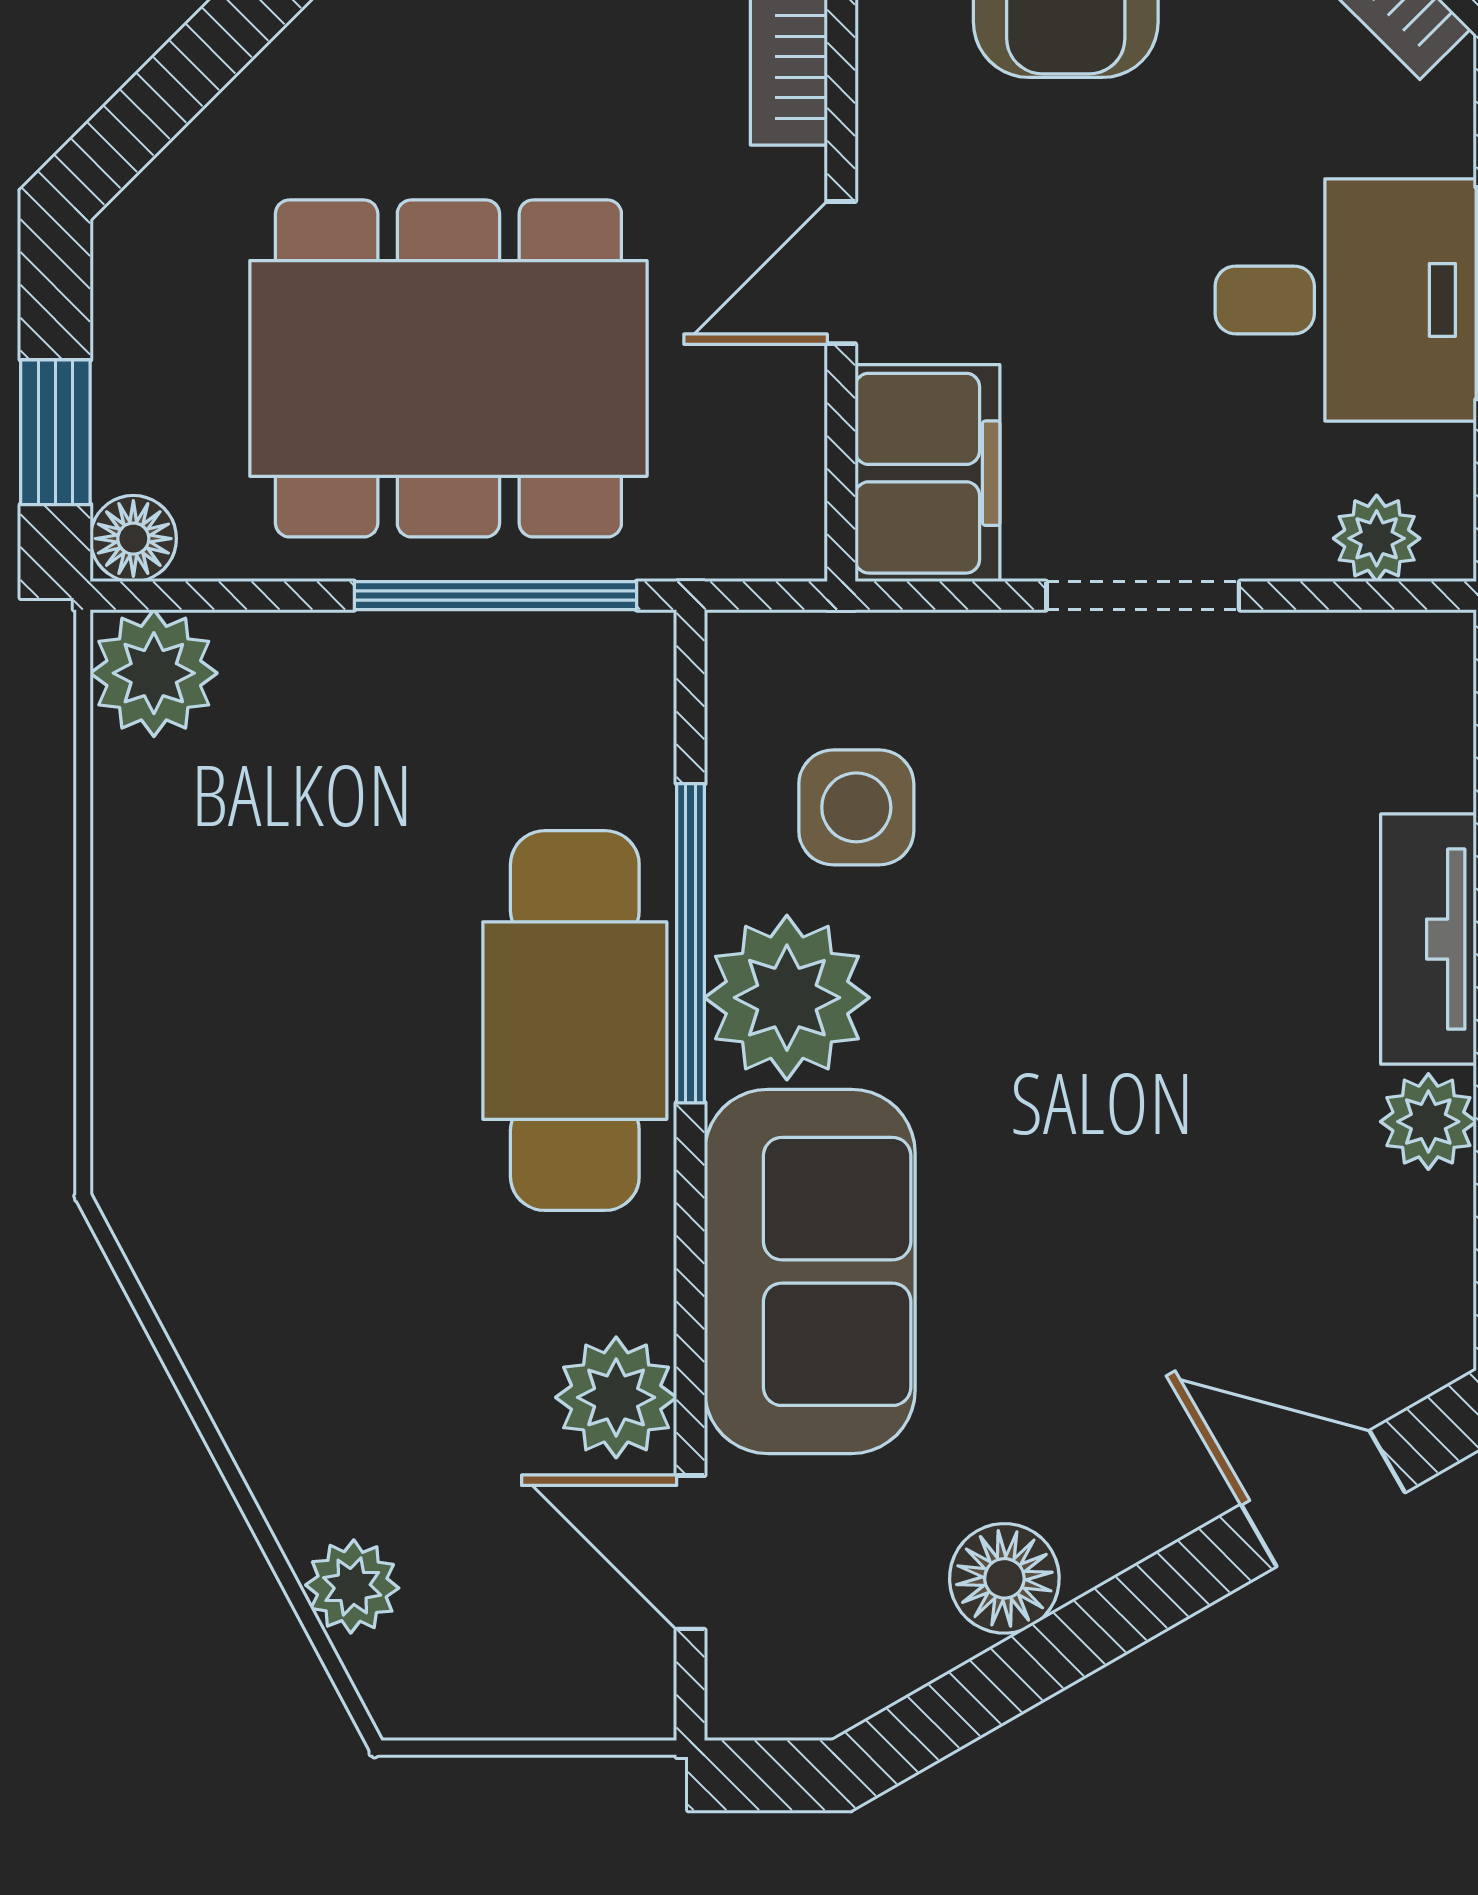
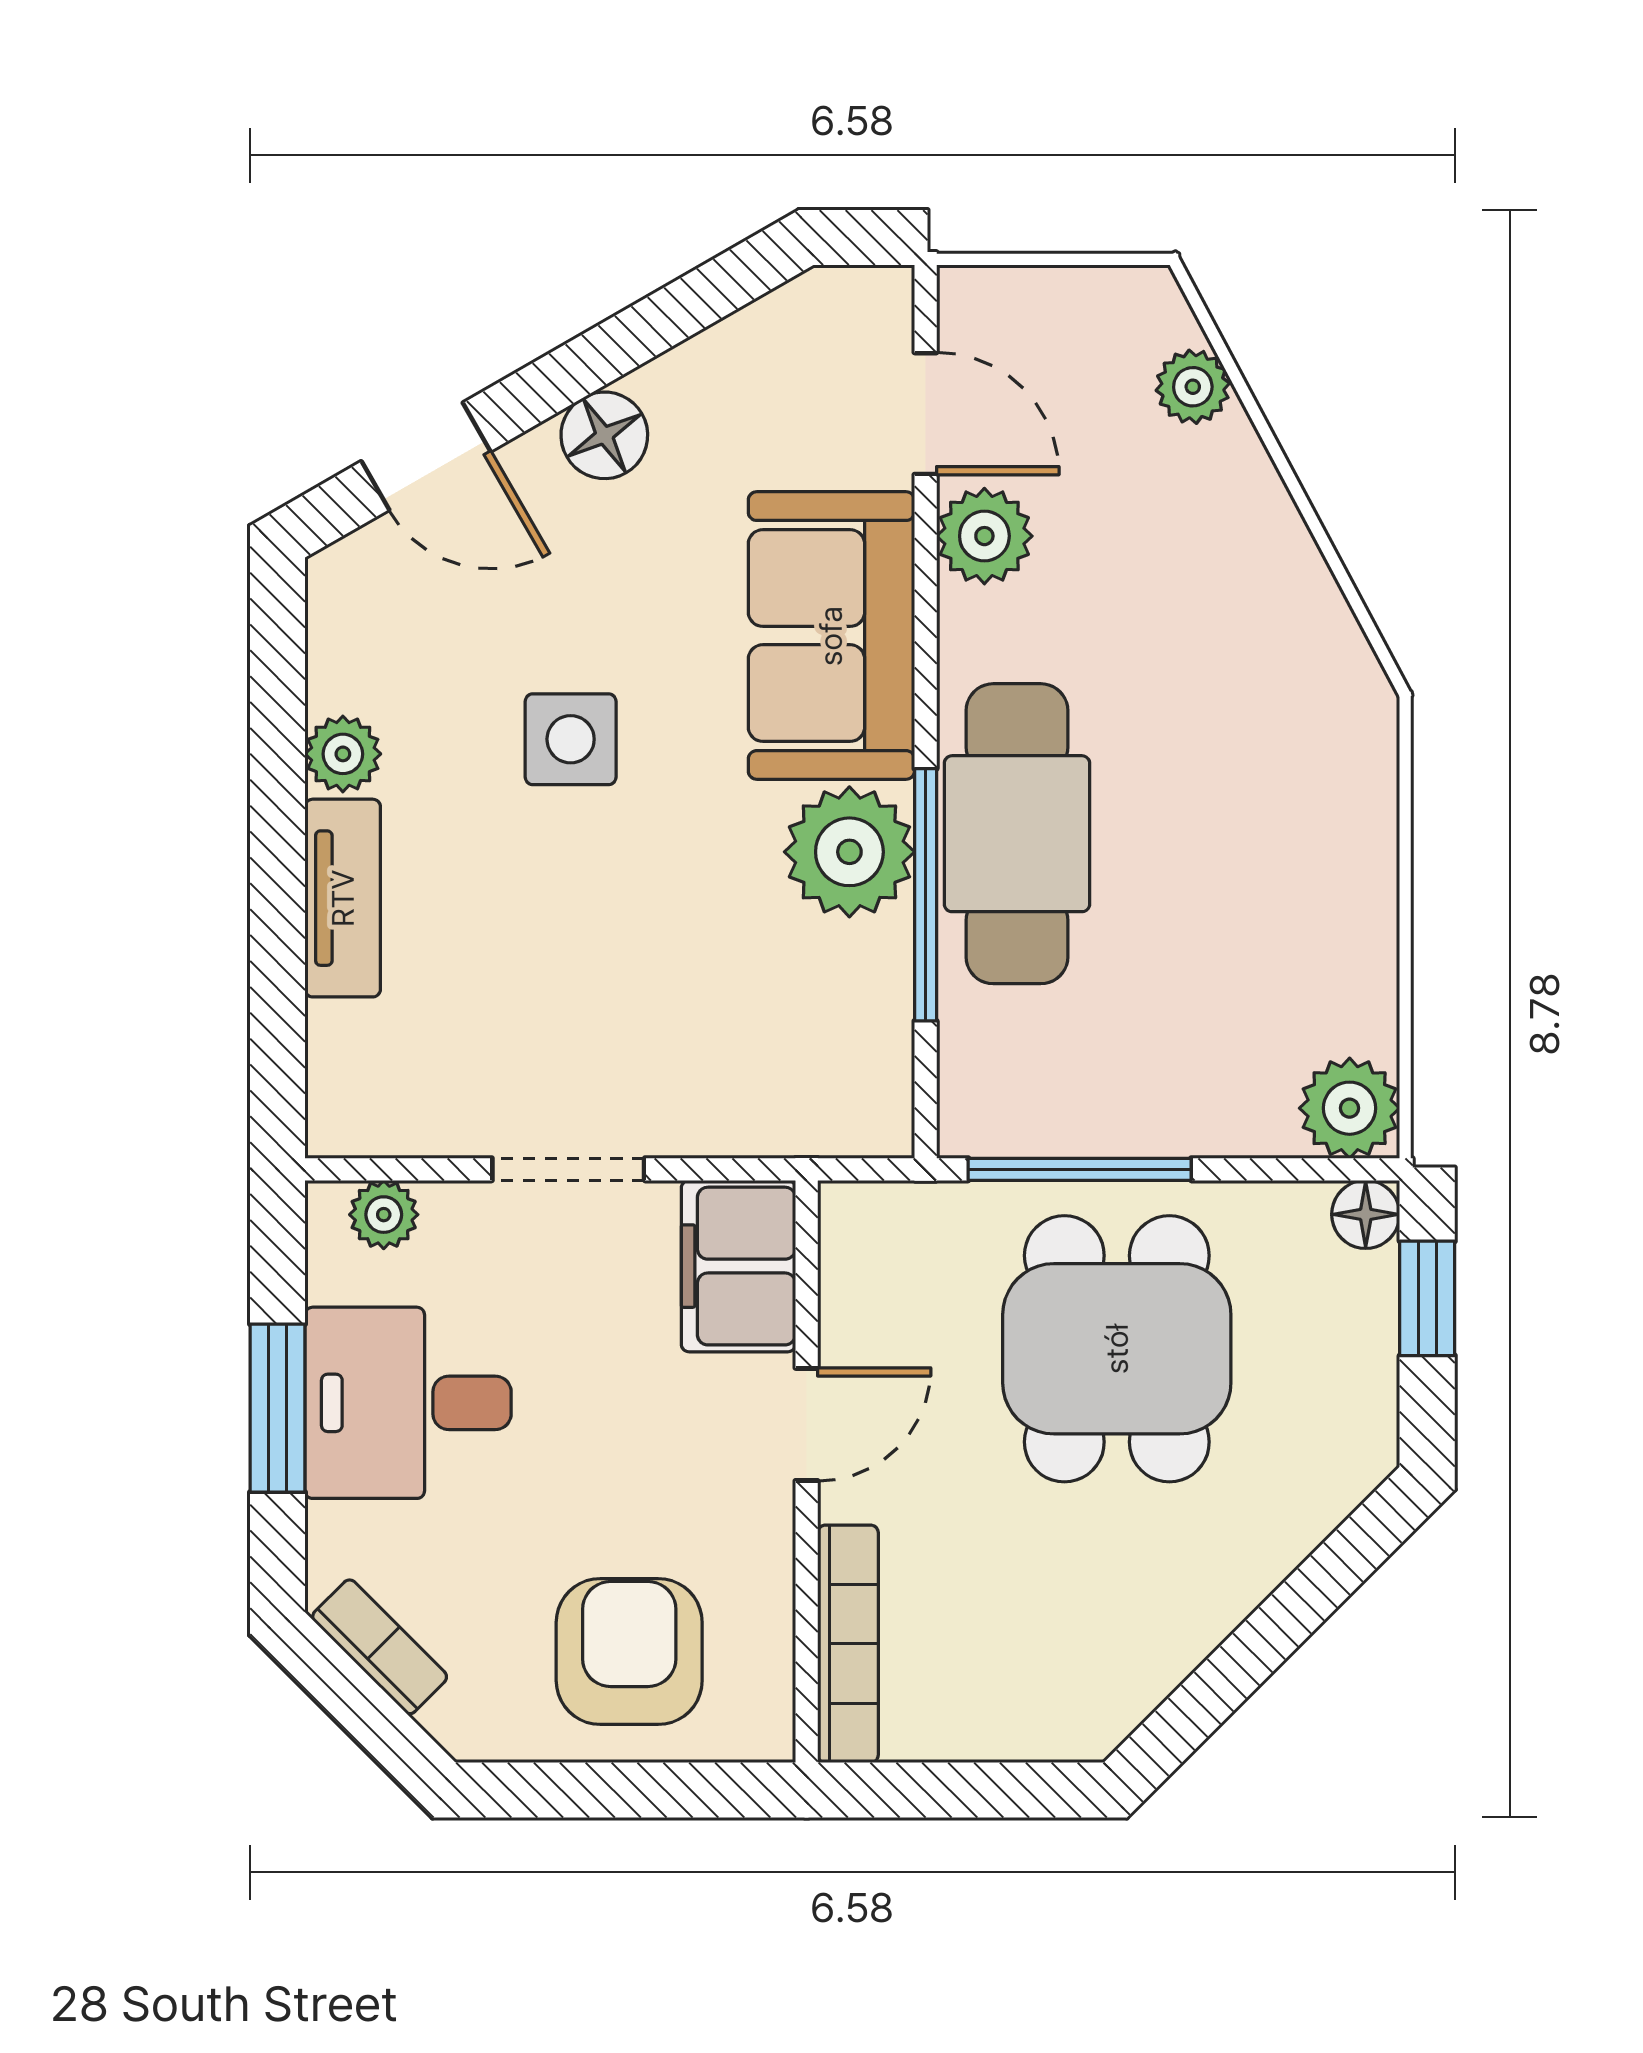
dining table: (448, 368) -> (1117, 1349), width x0.73
side table: (856, 807) -> (571, 739), moved
floor lamp: (1004, 1578) -> (604, 435), moved

